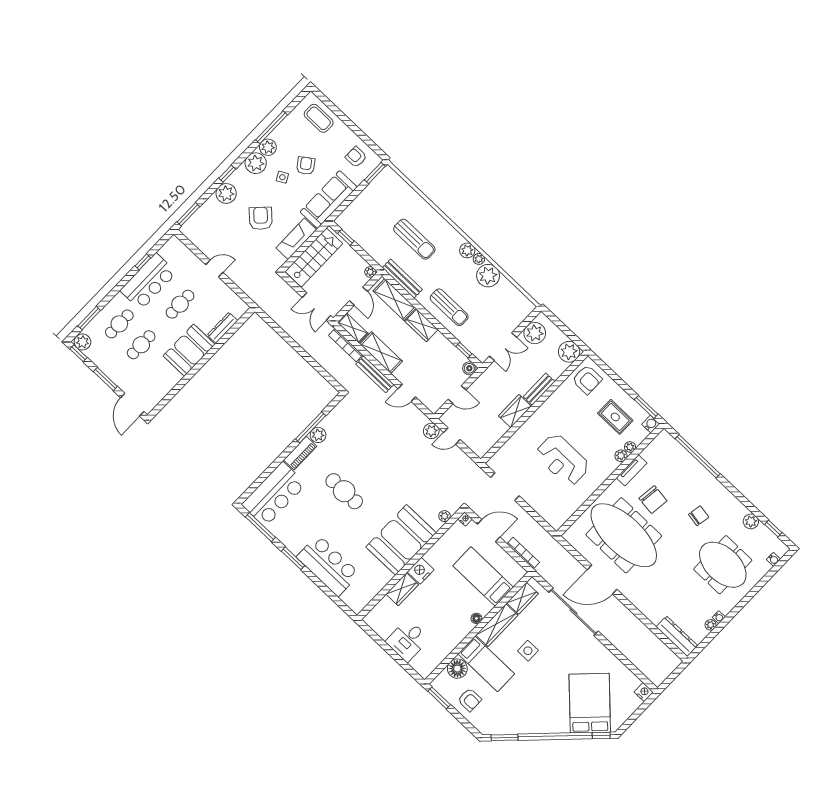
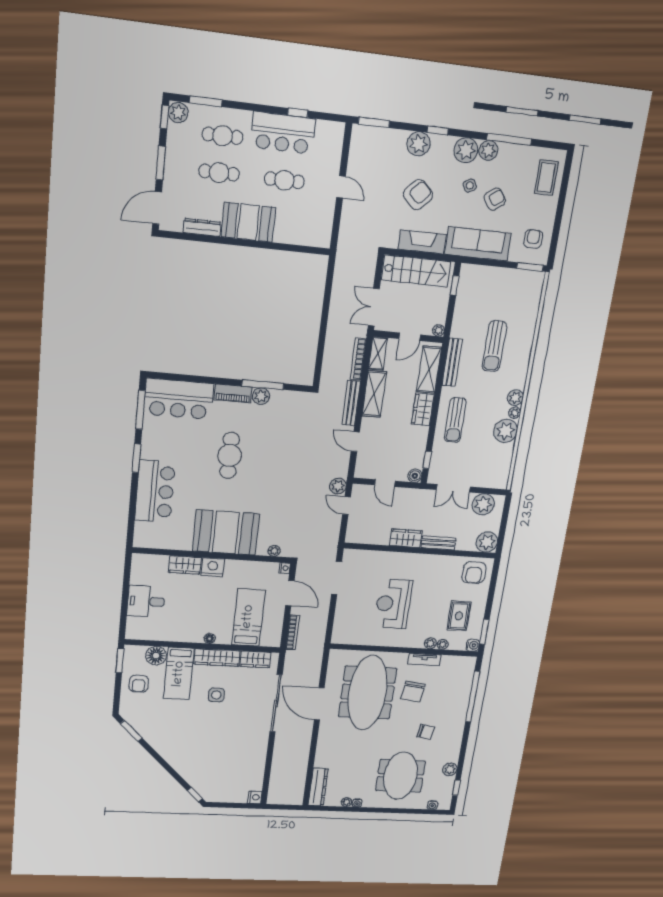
dresser: (222, 328) -> (202, 227), moved
bed: (590, 703) -> (213, 768), removed

